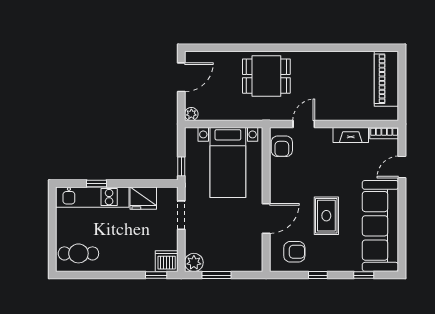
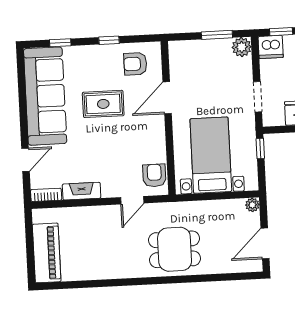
rug: (326, 216) -> (103, 104), turned 90

